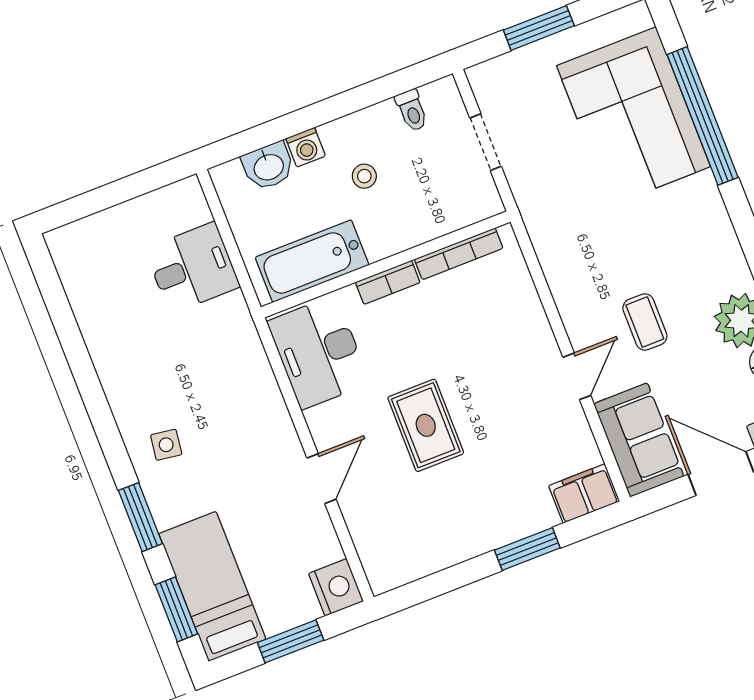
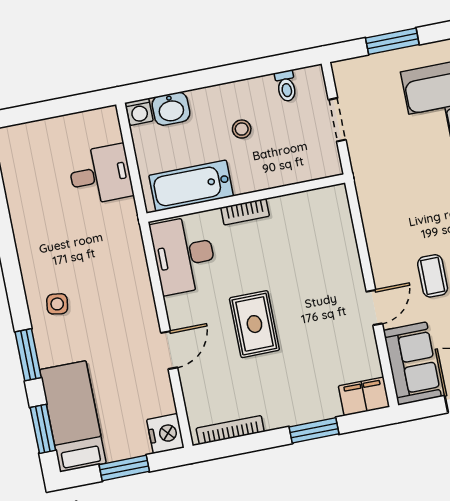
washing machine: (306, 147) -> (139, 112), moved
bookcase: (459, 254) -> (230, 430), moved, turned 180

